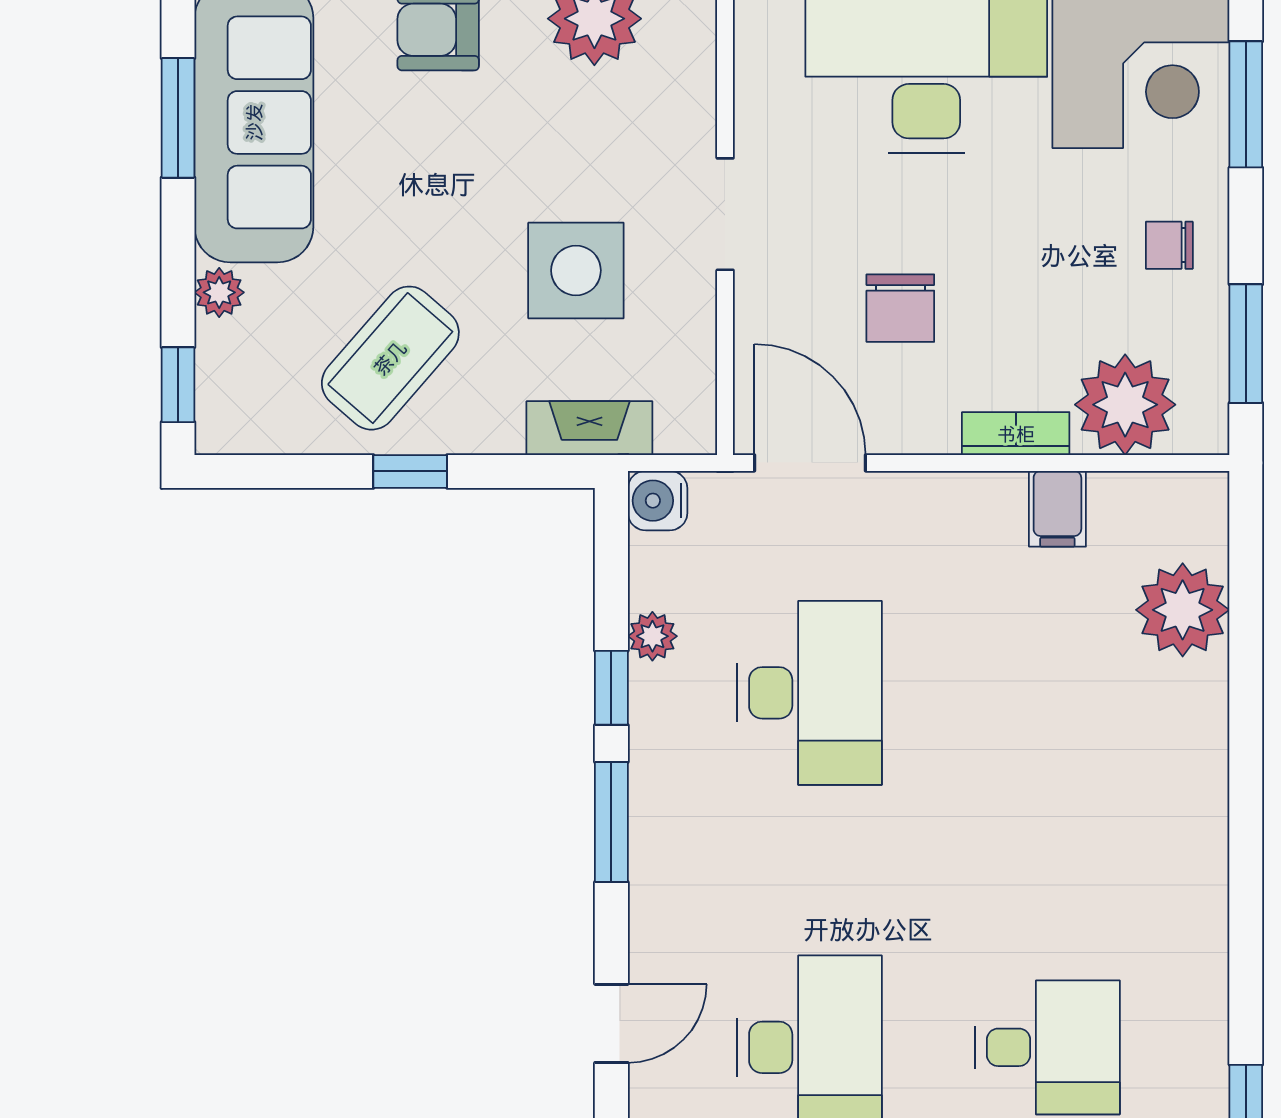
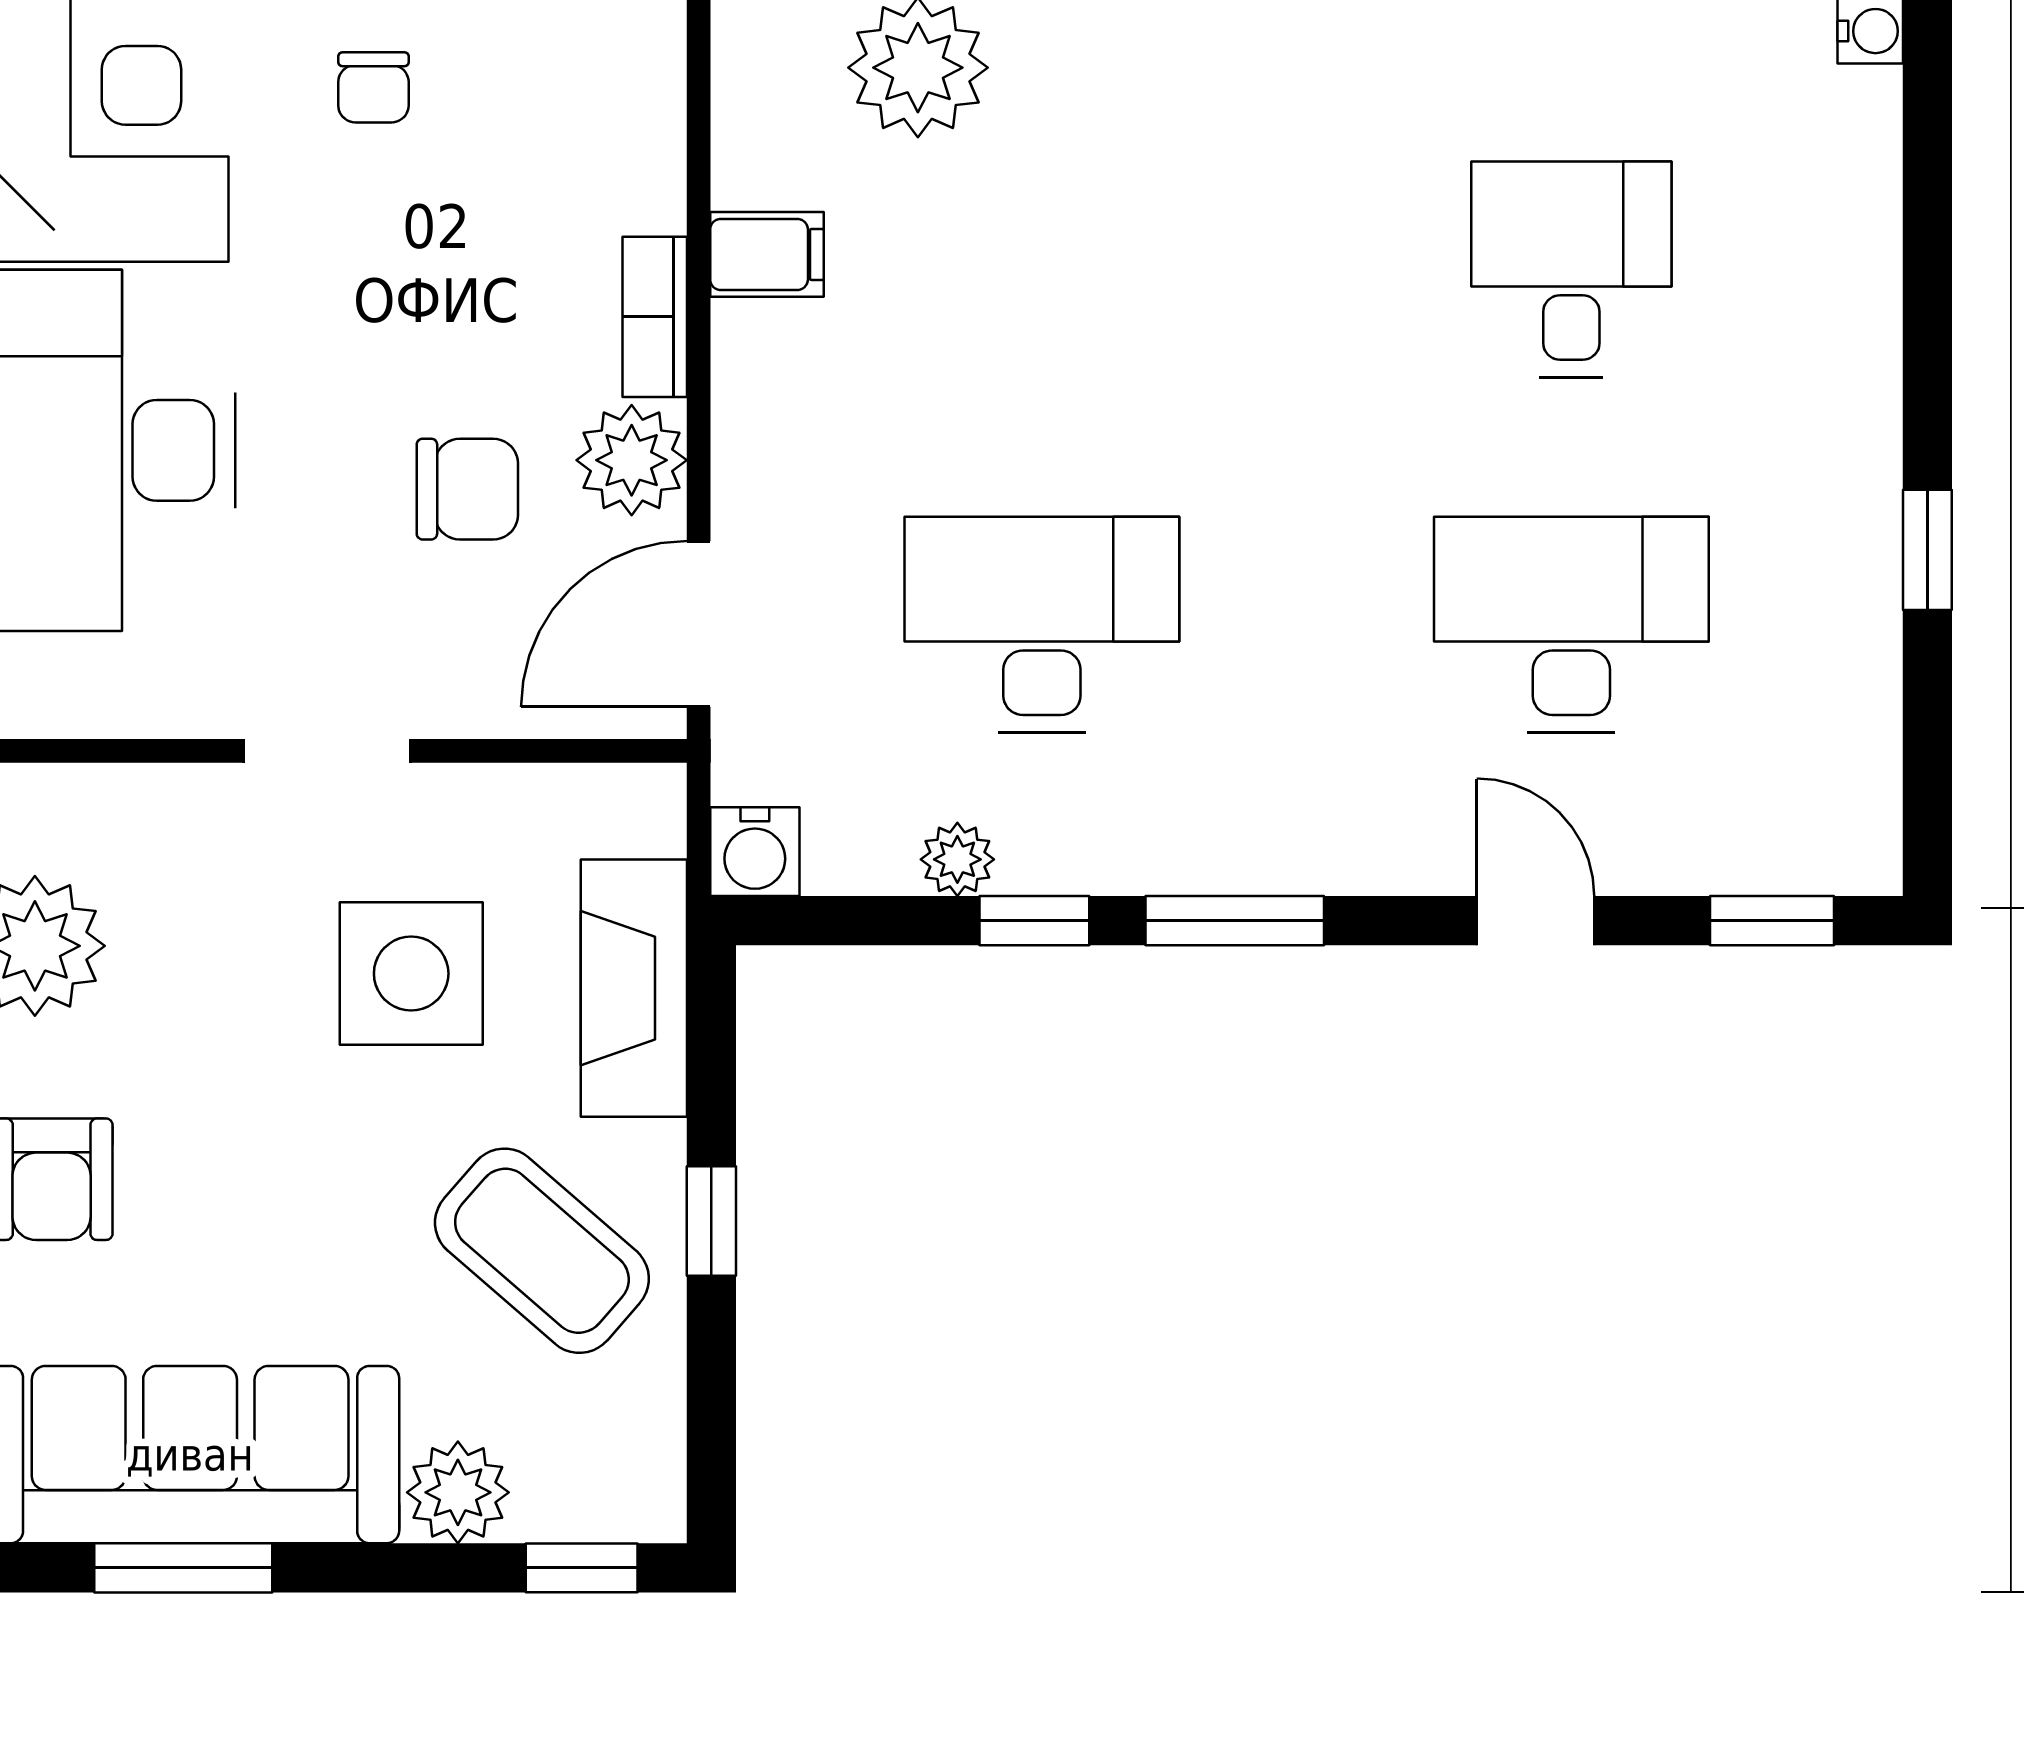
plant: (219, 292) -> (458, 1492), width x1.38, depth x1.38
plant: (1125, 405) -> (632, 460), moved, width x0.73, depth x0.73
fireplace: (589, 428) -> (634, 988), width x1.37, depth x1.32

